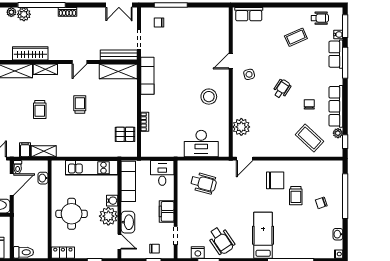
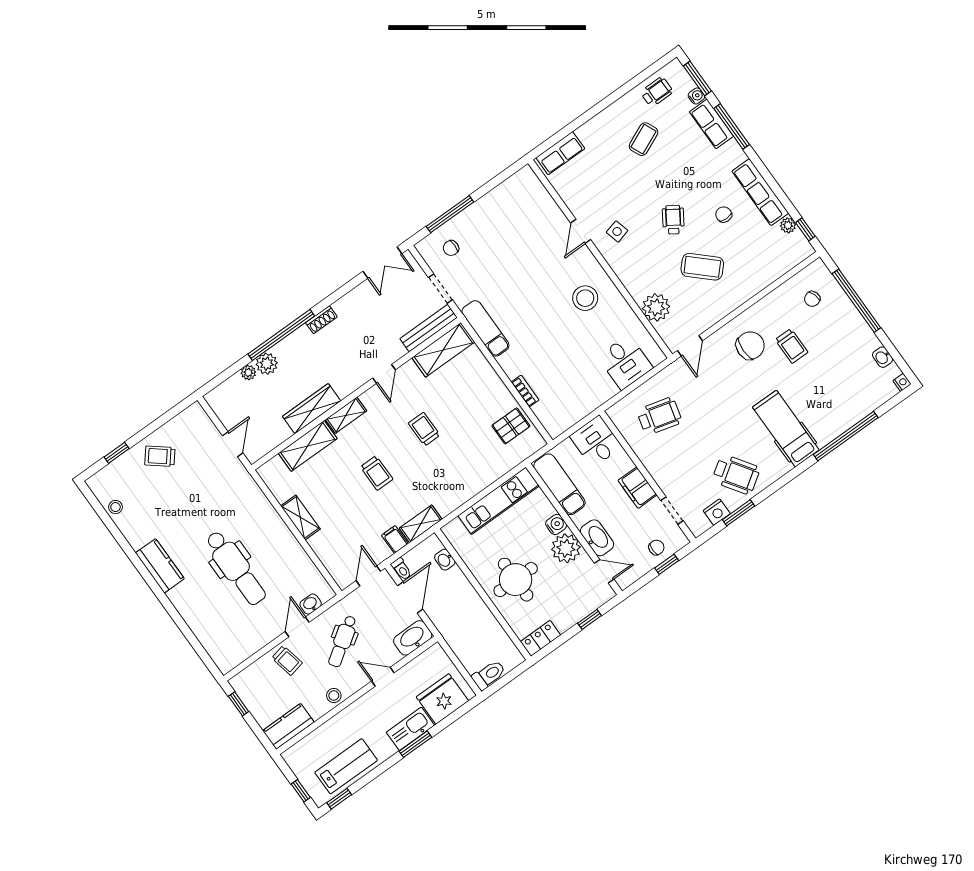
coffee table: (310, 138) -> (702, 267), moved
desk: (201, 144) -> (625, 362), width x0.73
chair: (321, 203) -> (812, 299), moved

